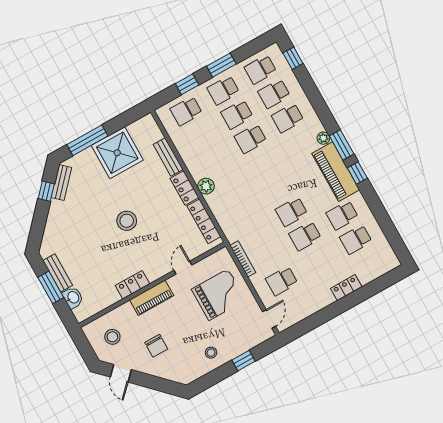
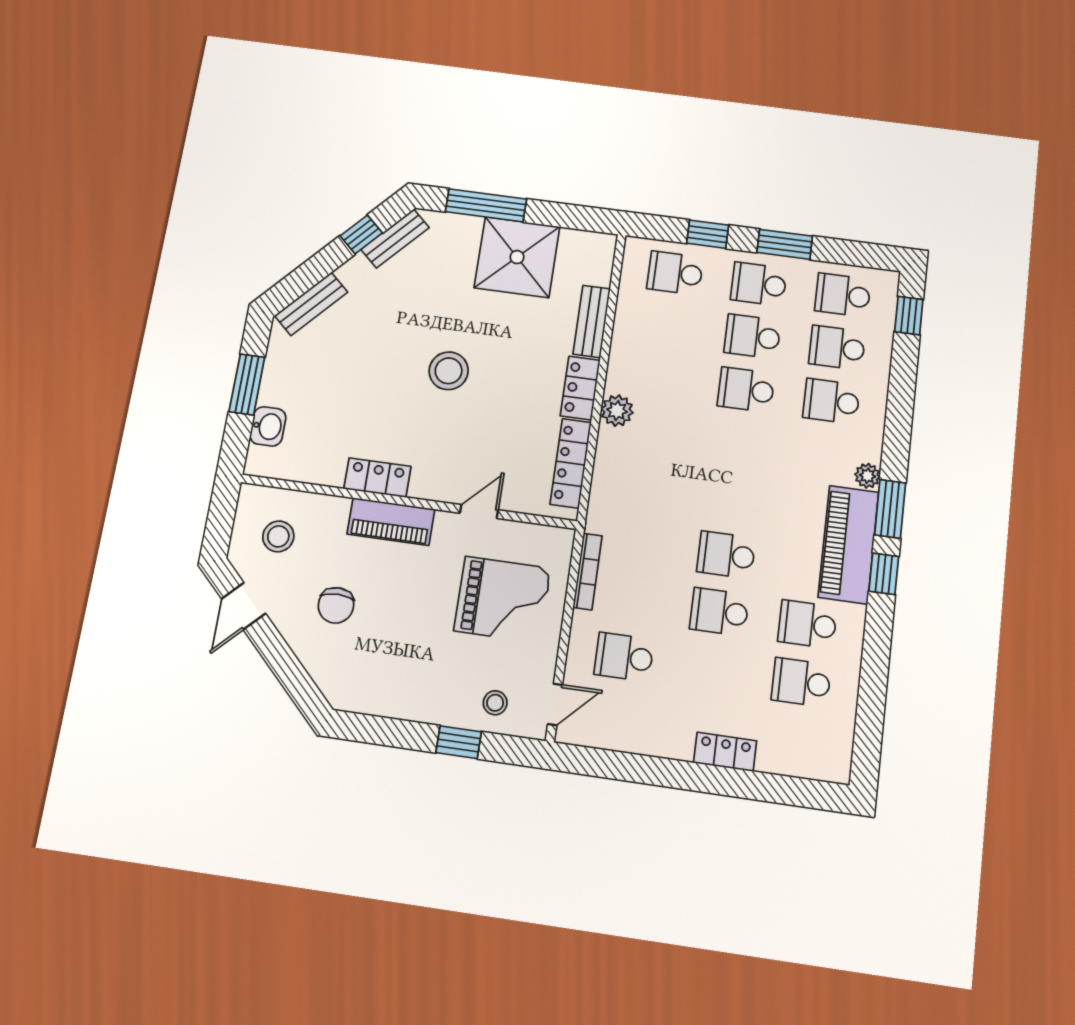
bench: (58, 273) -> (311, 304), moved, turned 42
stool: (211, 353) -> (495, 703), moved

